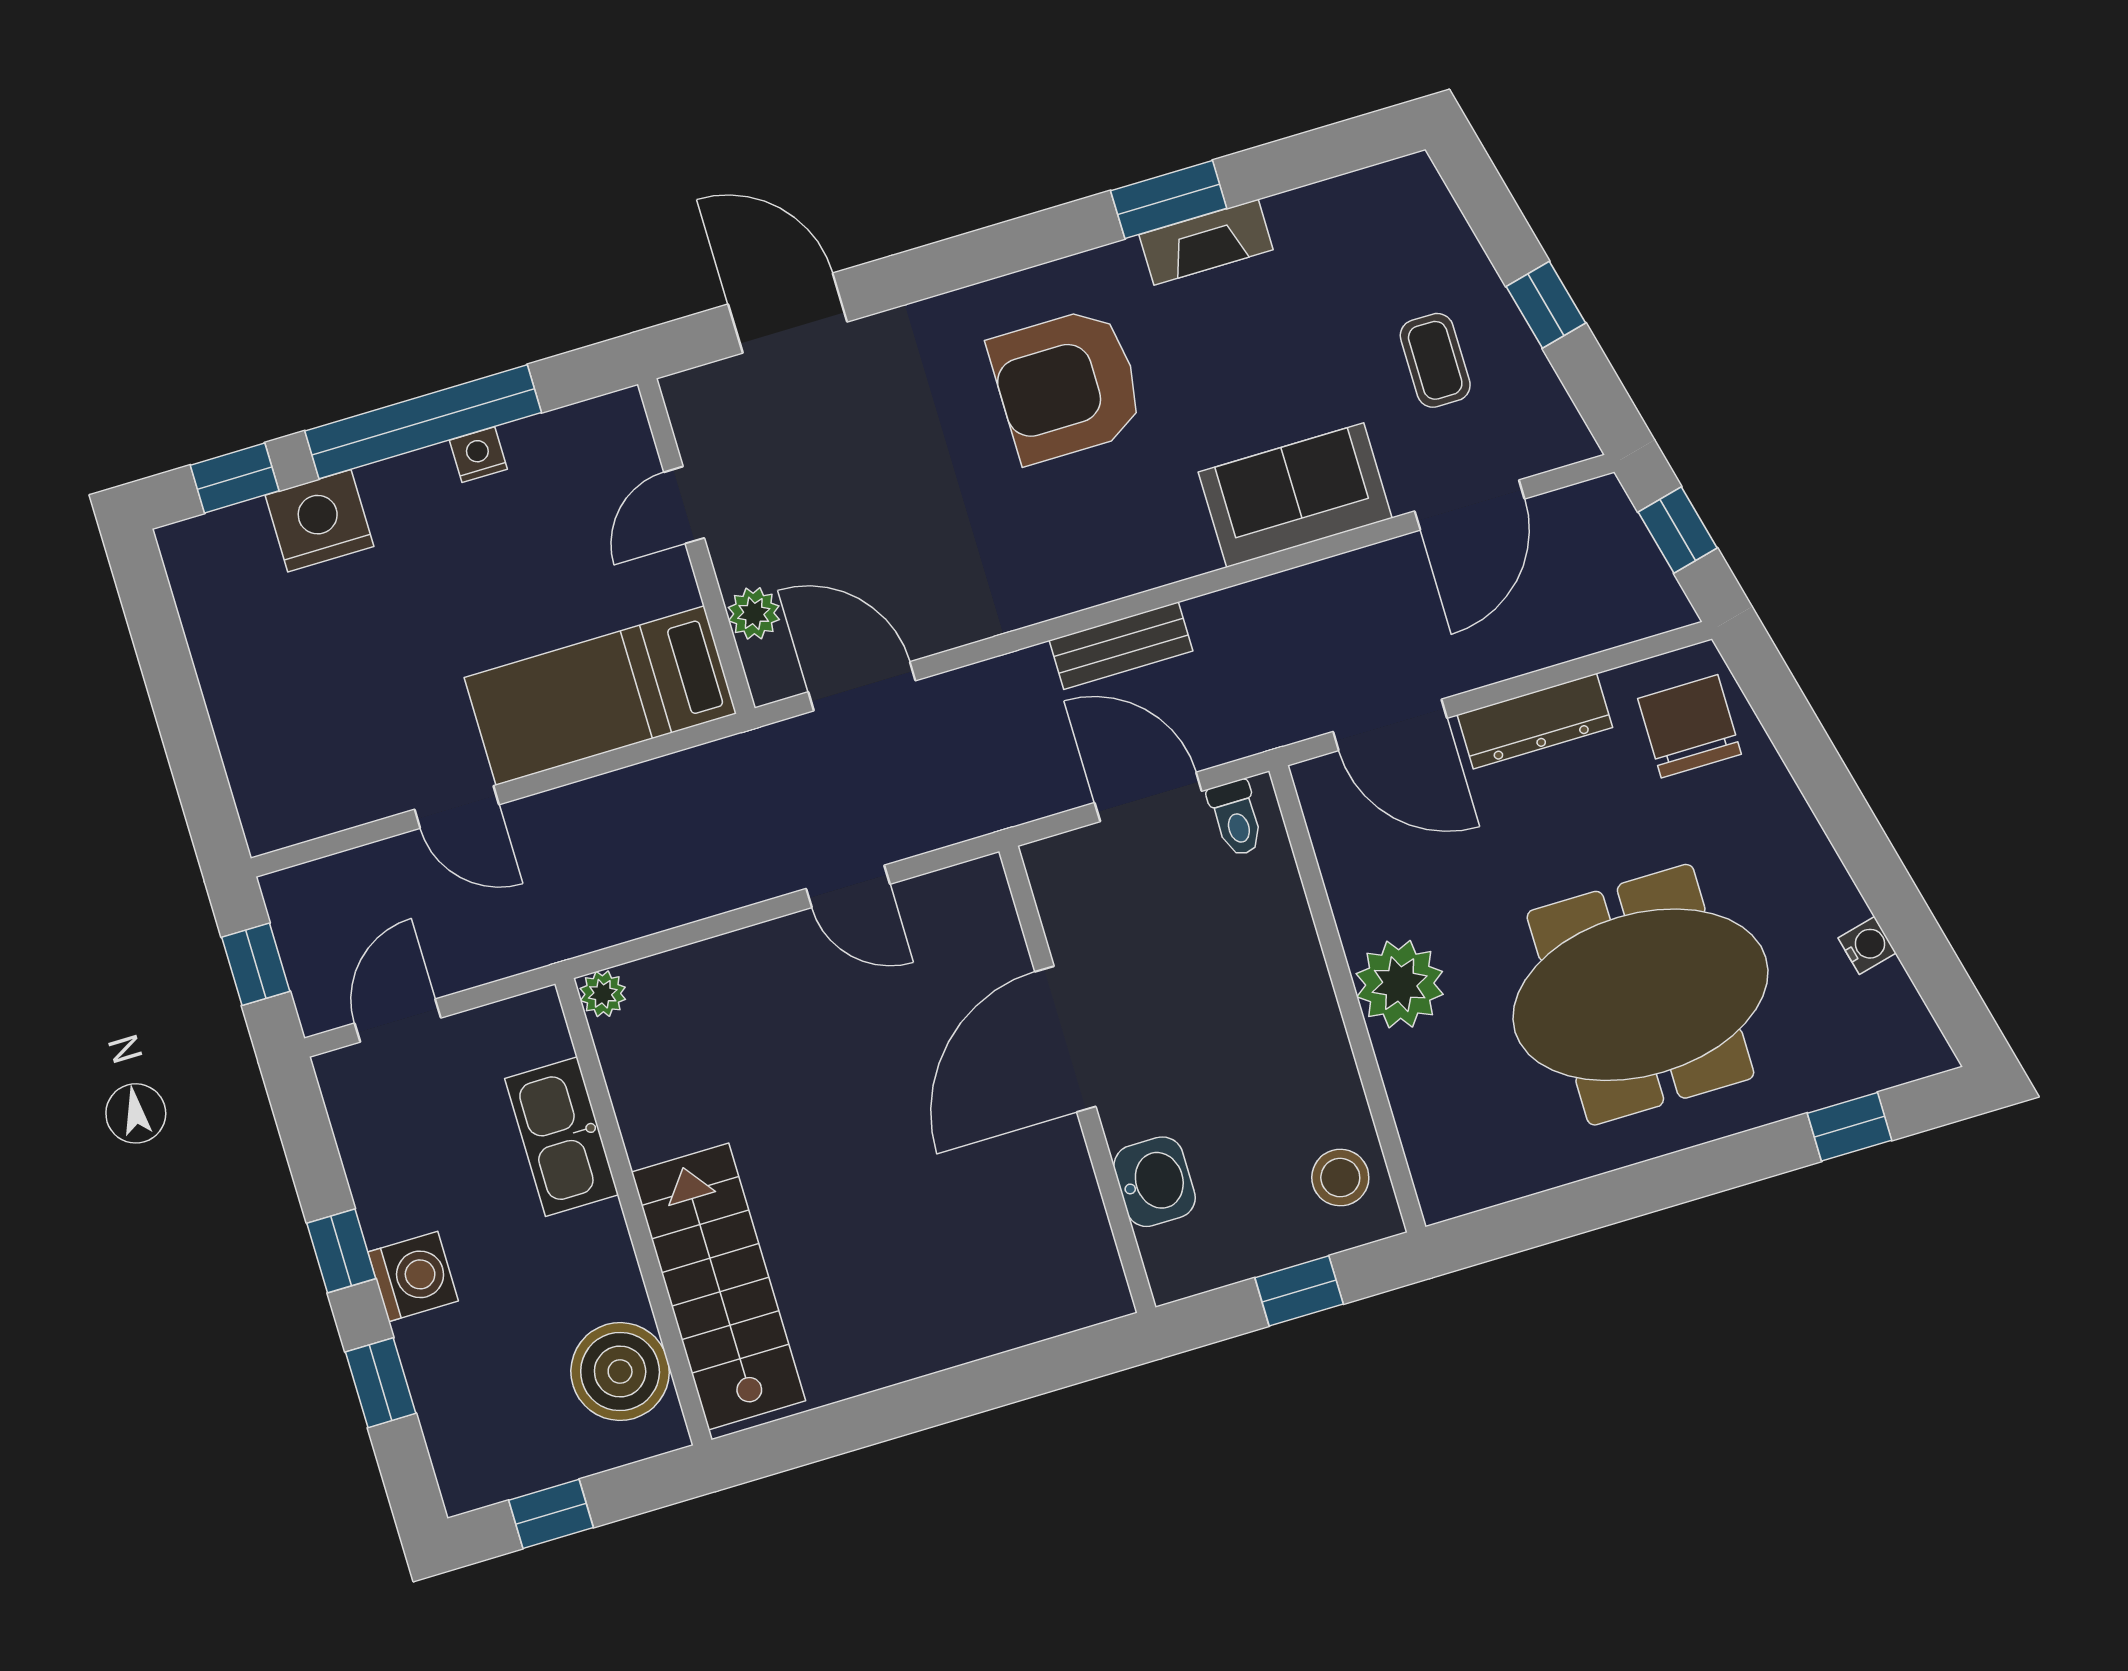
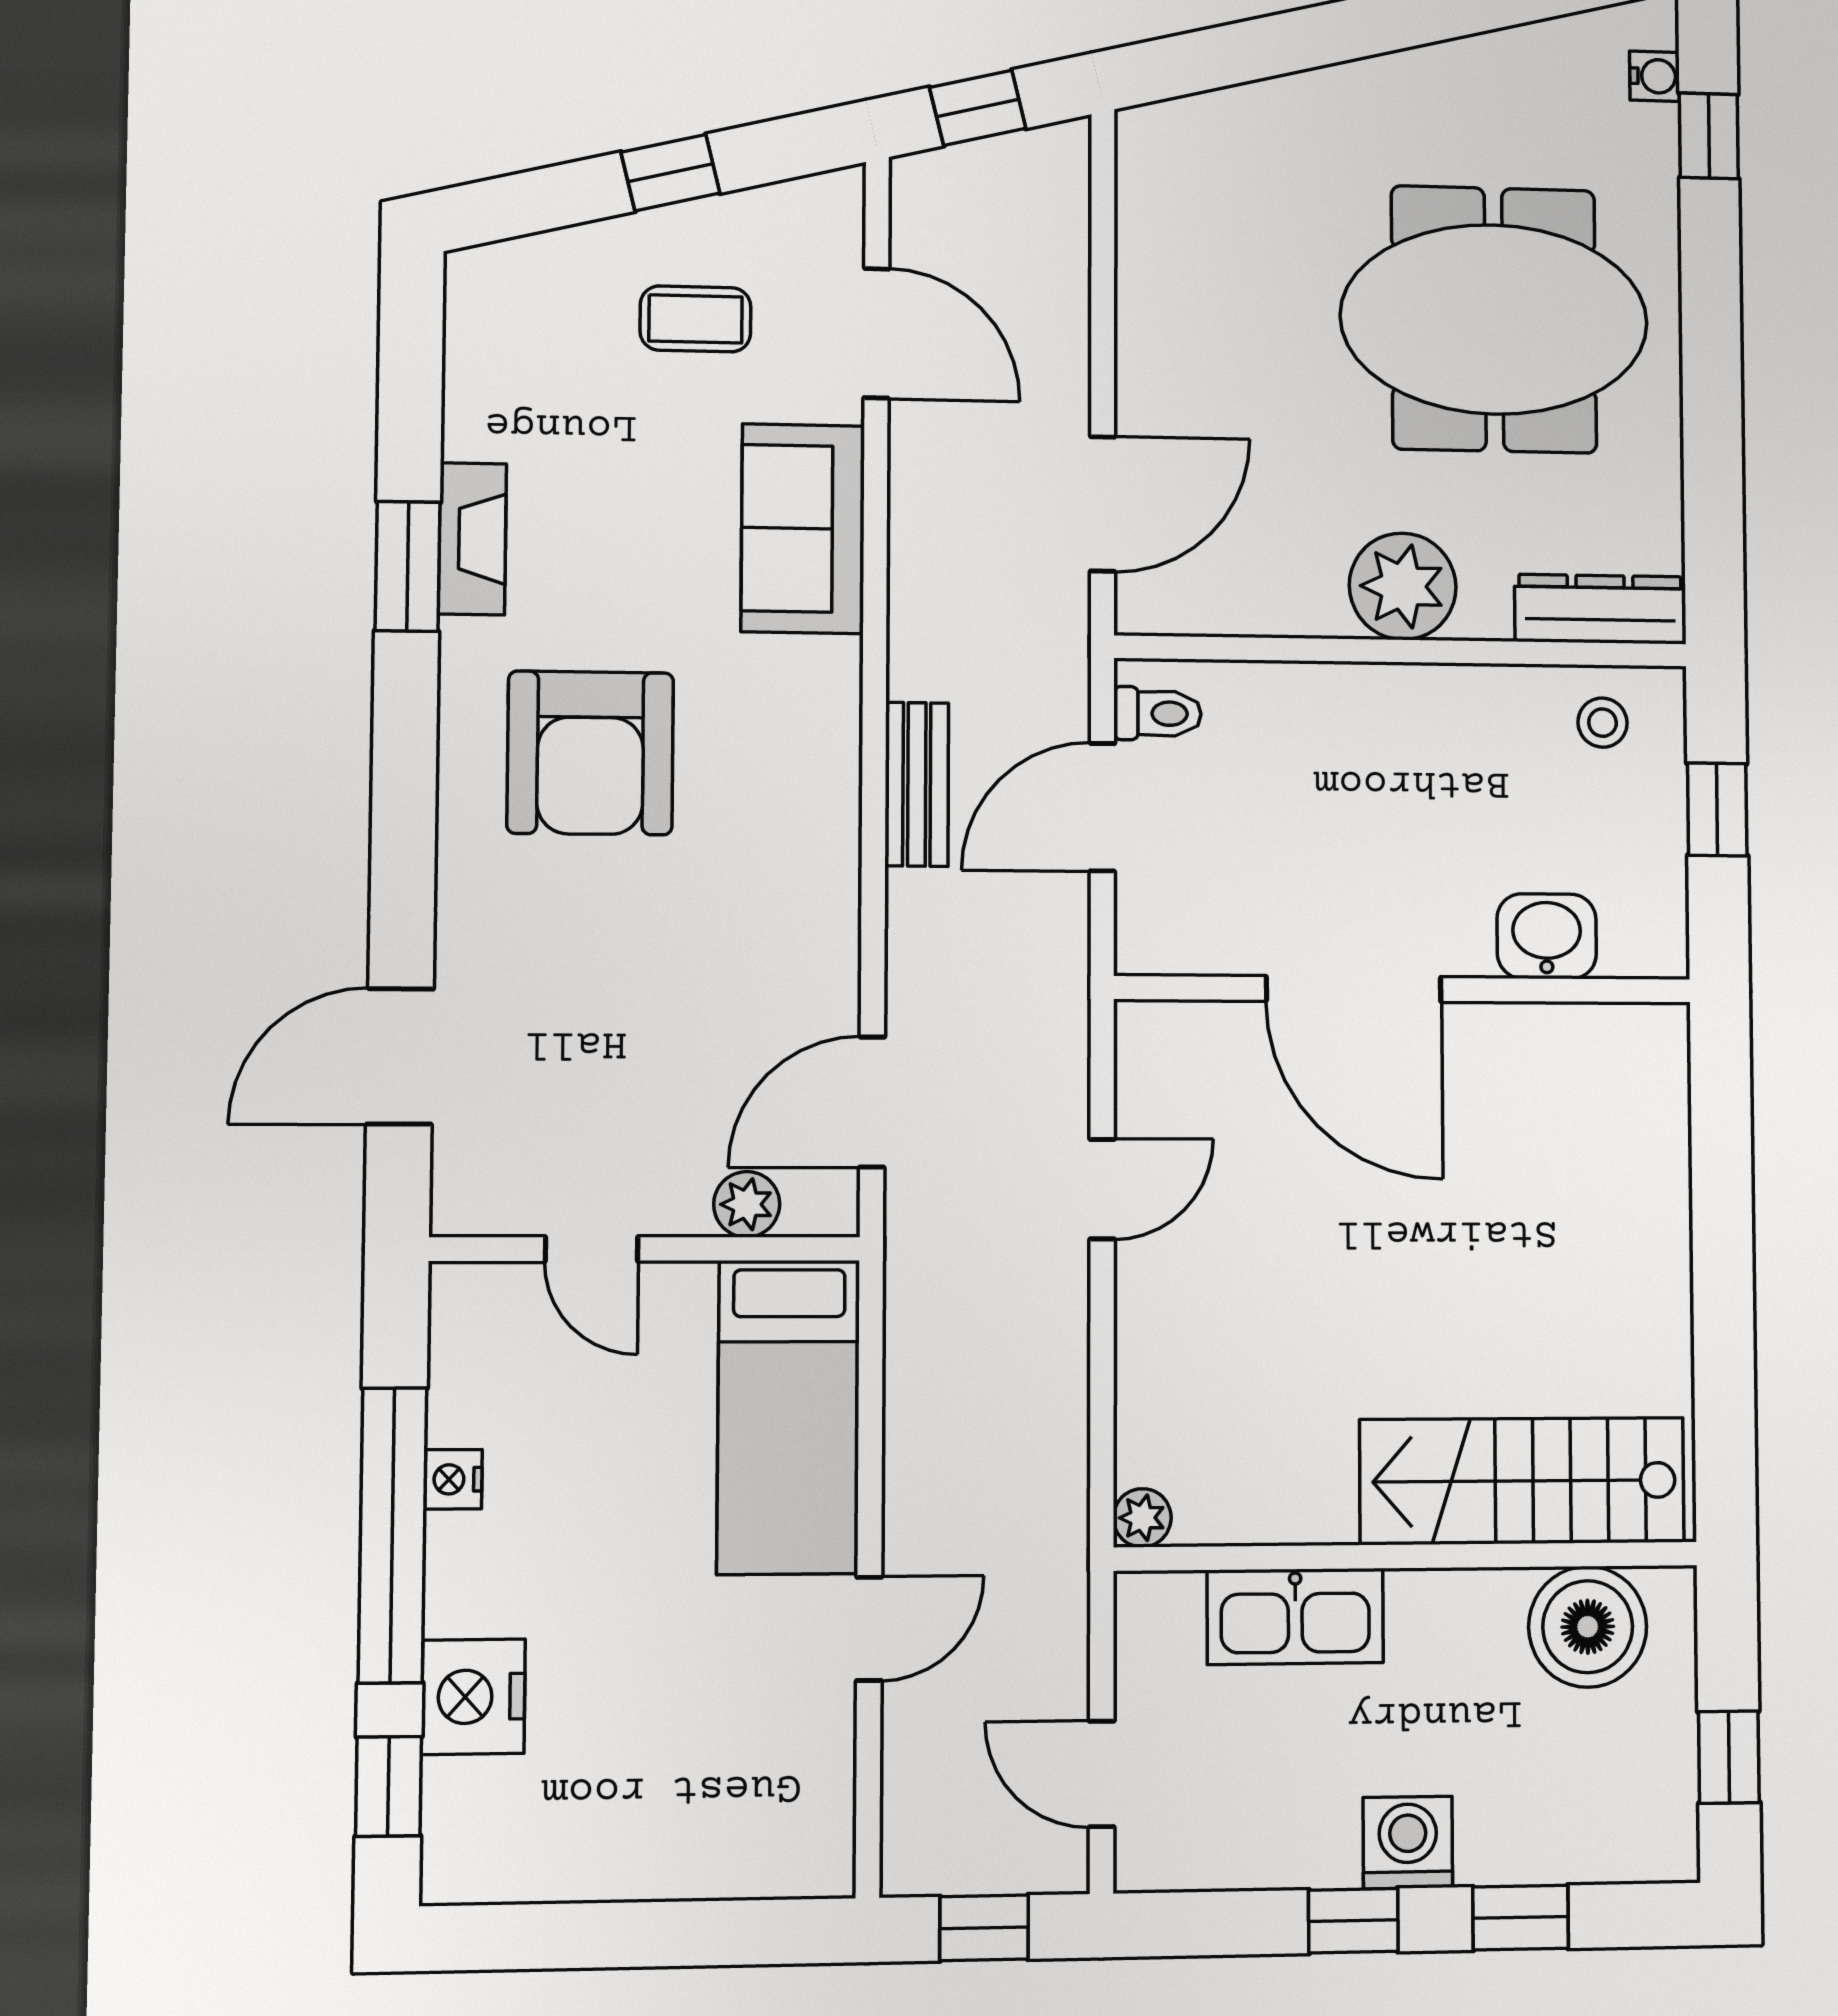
dresser: (1535, 721) -> (1600, 609), moved, turned -90
chair: (1689, 726) -> (1206, 167), removed
water cooler: (1867, 945) -> (1655, 76), moved, turned 104
meeting table: (1640, 995) -> (1494, 319), turned 90
stool: (1340, 1178) -> (1603, 723), width x0.73, depth x0.73

